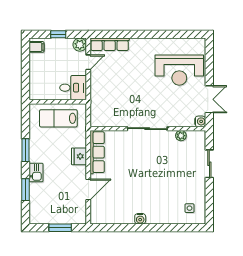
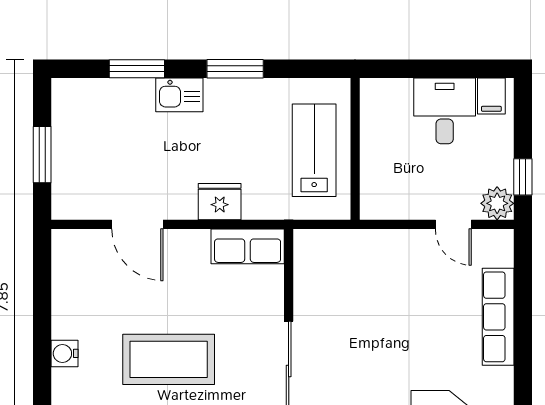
window: (58, 34) -> (523, 177), moved
row of seats: (110, 44) -> (498, 317), moved
desk: (73, 88) -> (445, 111), moved, turned 180
row of seats: (97, 152) -> (248, 246), width x0.68
coffee table: (143, 177) -> (169, 359), added

